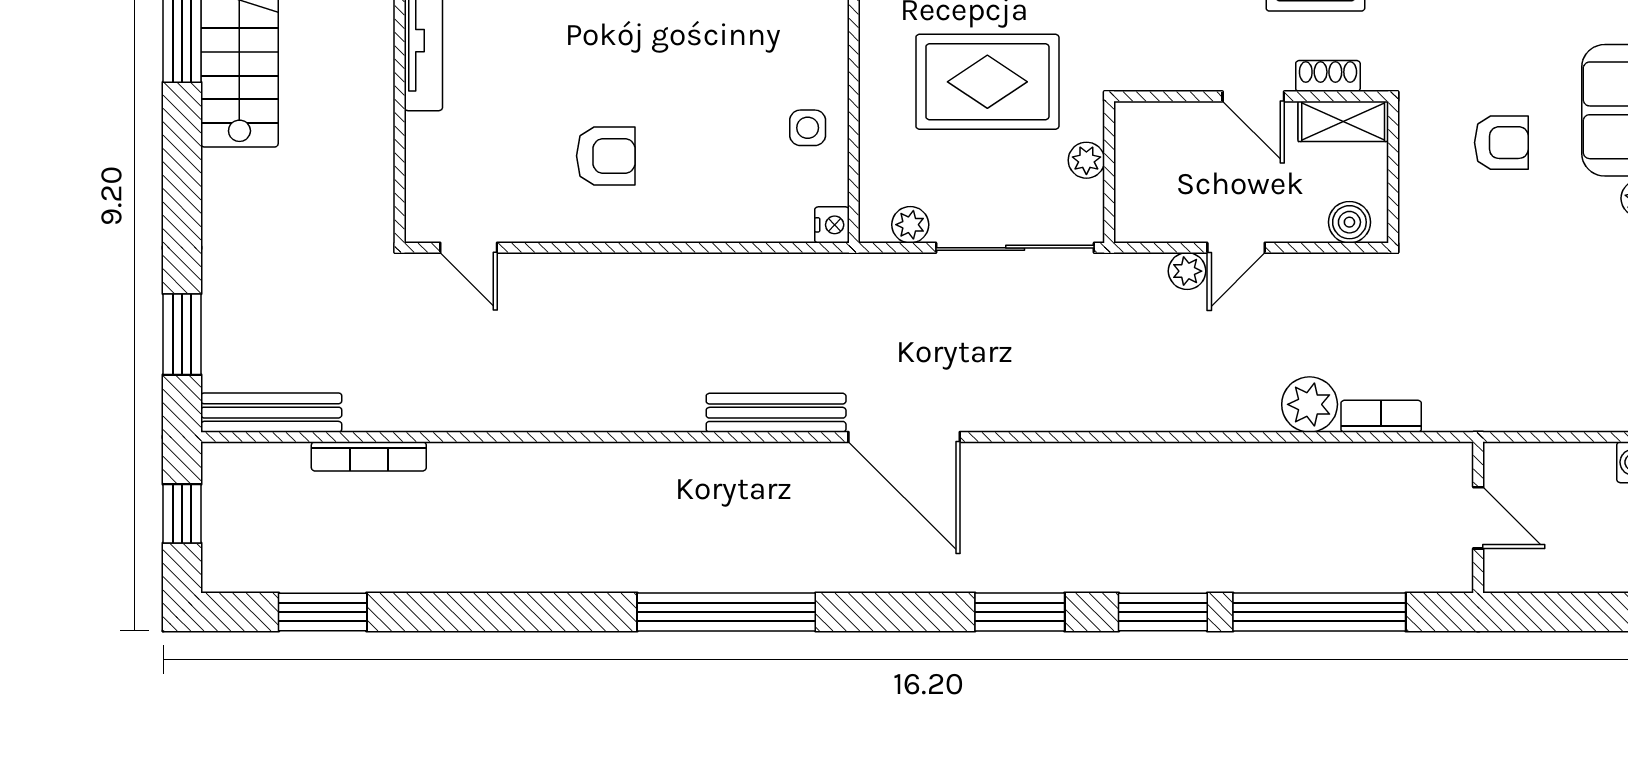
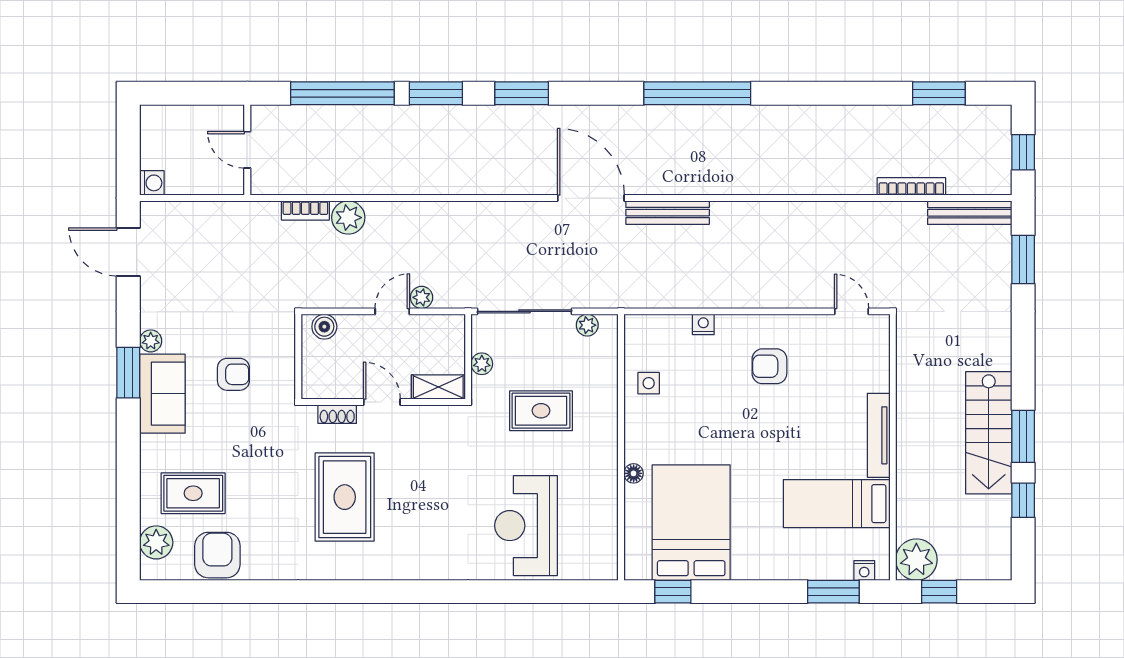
rug: (987, 82) -> (541, 411), width x0.73, depth x0.70
shelving: (1343, 121) -> (438, 387), moved
armchair: (1501, 143) -> (233, 374), turned 180
nightstand: (832, 225) -> (703, 324), moved, turned 90

